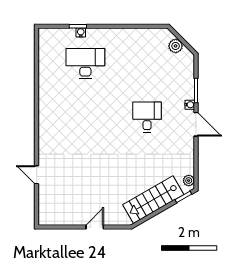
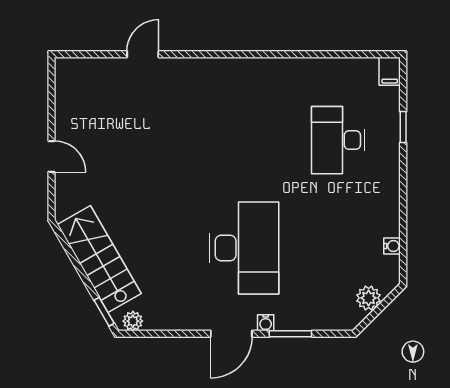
water cooler: (81, 33) -> (392, 246), moved
filing cabinet: (46, 34) -> (390, 71), added
desk: (85, 63) -> (338, 140), turned 180
desk: (147, 117) -> (244, 248), width x1.87, depth x1.30

